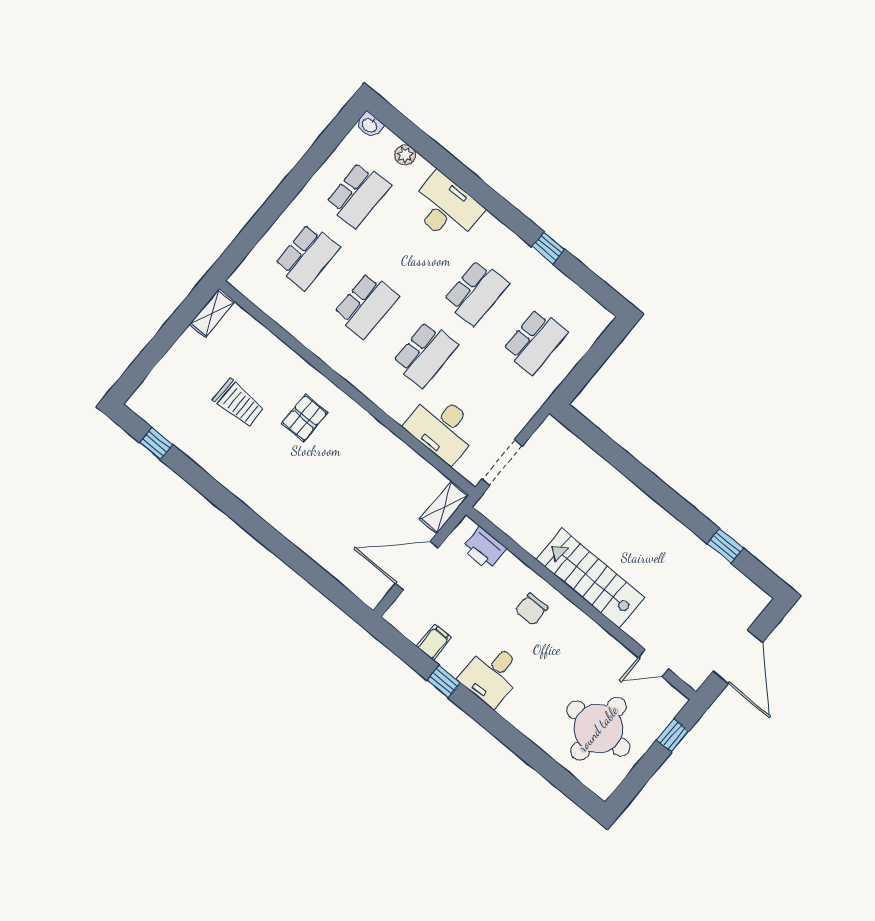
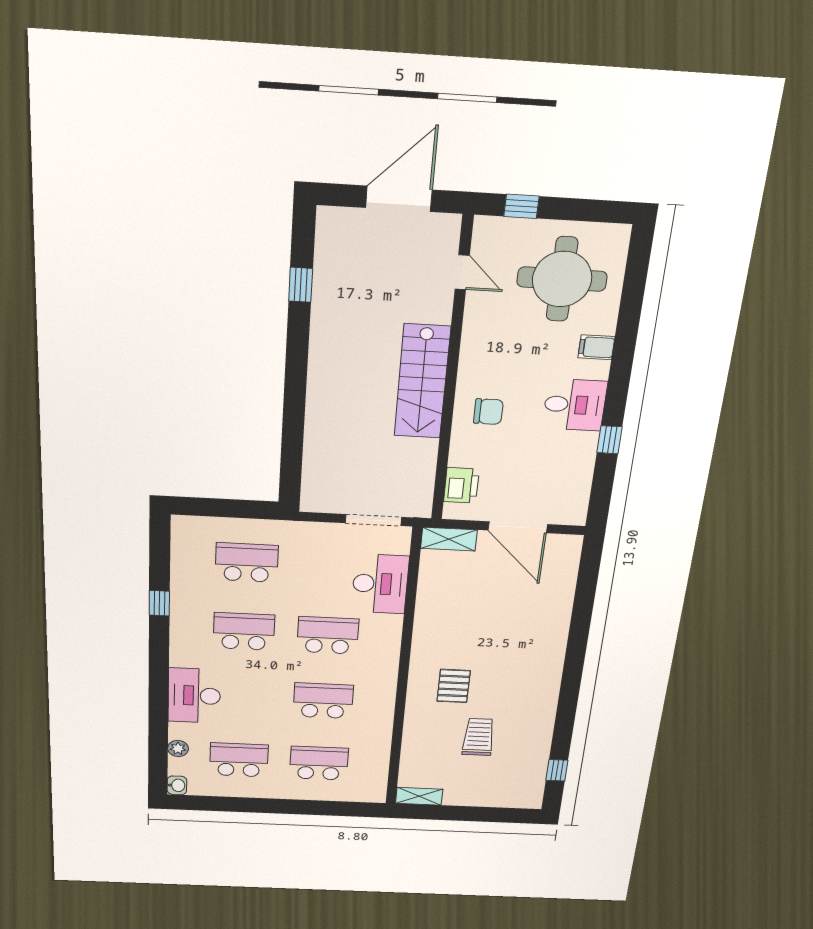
pallet: (304, 418) -> (454, 686), turned 90
filing cabinet: (434, 642) -> (596, 347), moved

